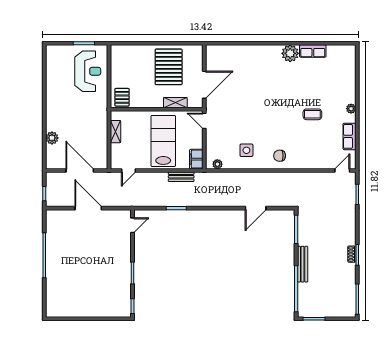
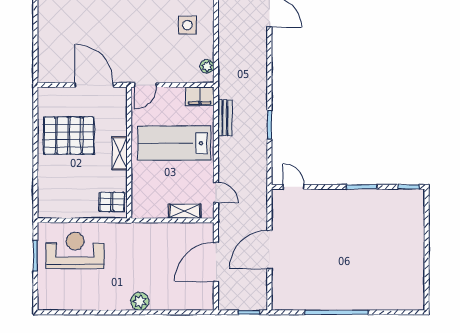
shelving: (175, 103) -> (120, 153), moved
shelving: (115, 132) -> (185, 211), moved
plant: (52, 138) -> (140, 301), moved

